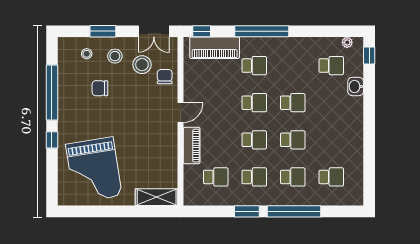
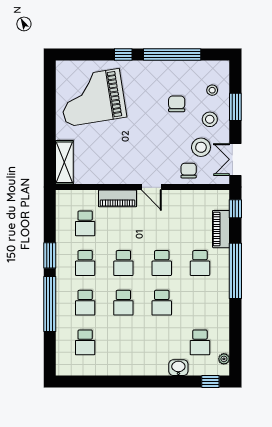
piano: (215, 48) -> (221, 229), width x0.73, depth x0.75
chair: (165, 77) -> (189, 171), turned -90

